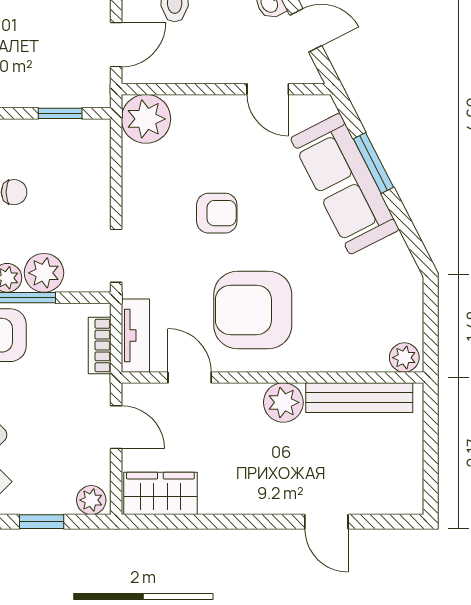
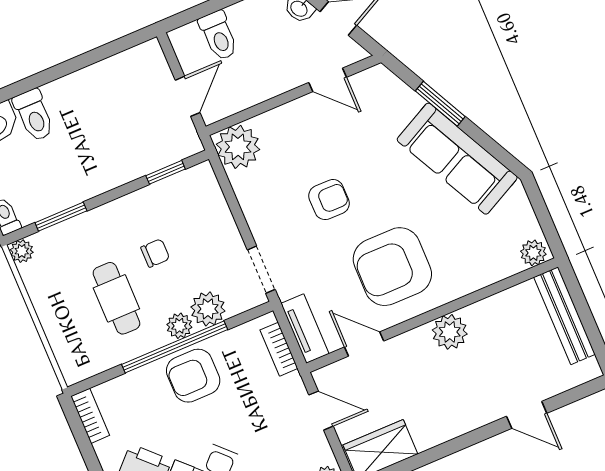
sofa: (345, 184) -> (457, 159), moved
bench: (359, 398) -> (564, 316), moved, turned 90

